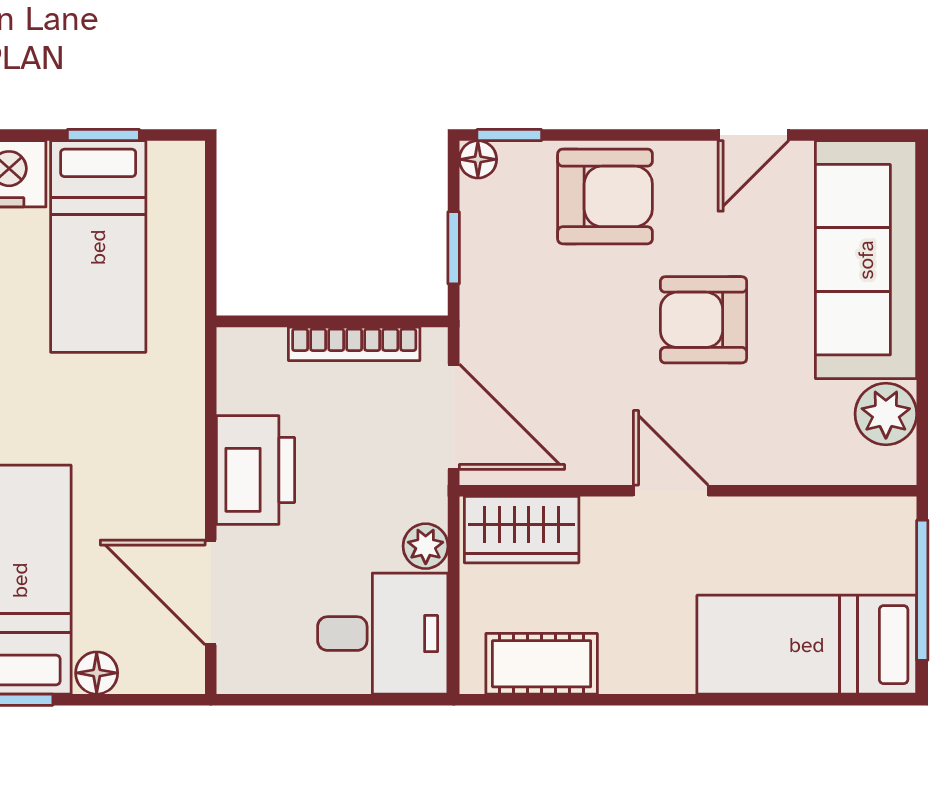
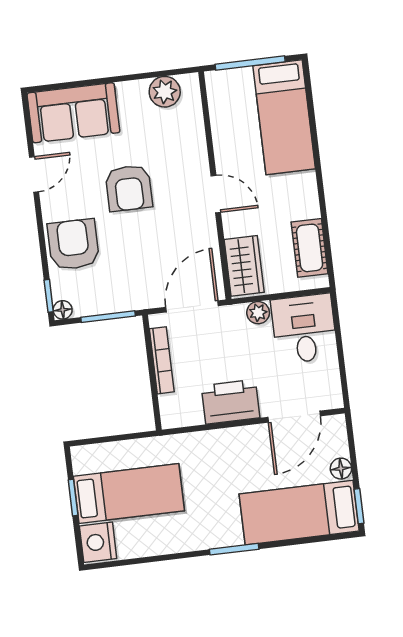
door: (753, 135) -> (34, 174), hinge flipped
window: (454, 248) -> (108, 317), width x1.50
sofa: (866, 260) -> (73, 113), width x0.73
door: (671, 491) -> (216, 194), swing flipped

